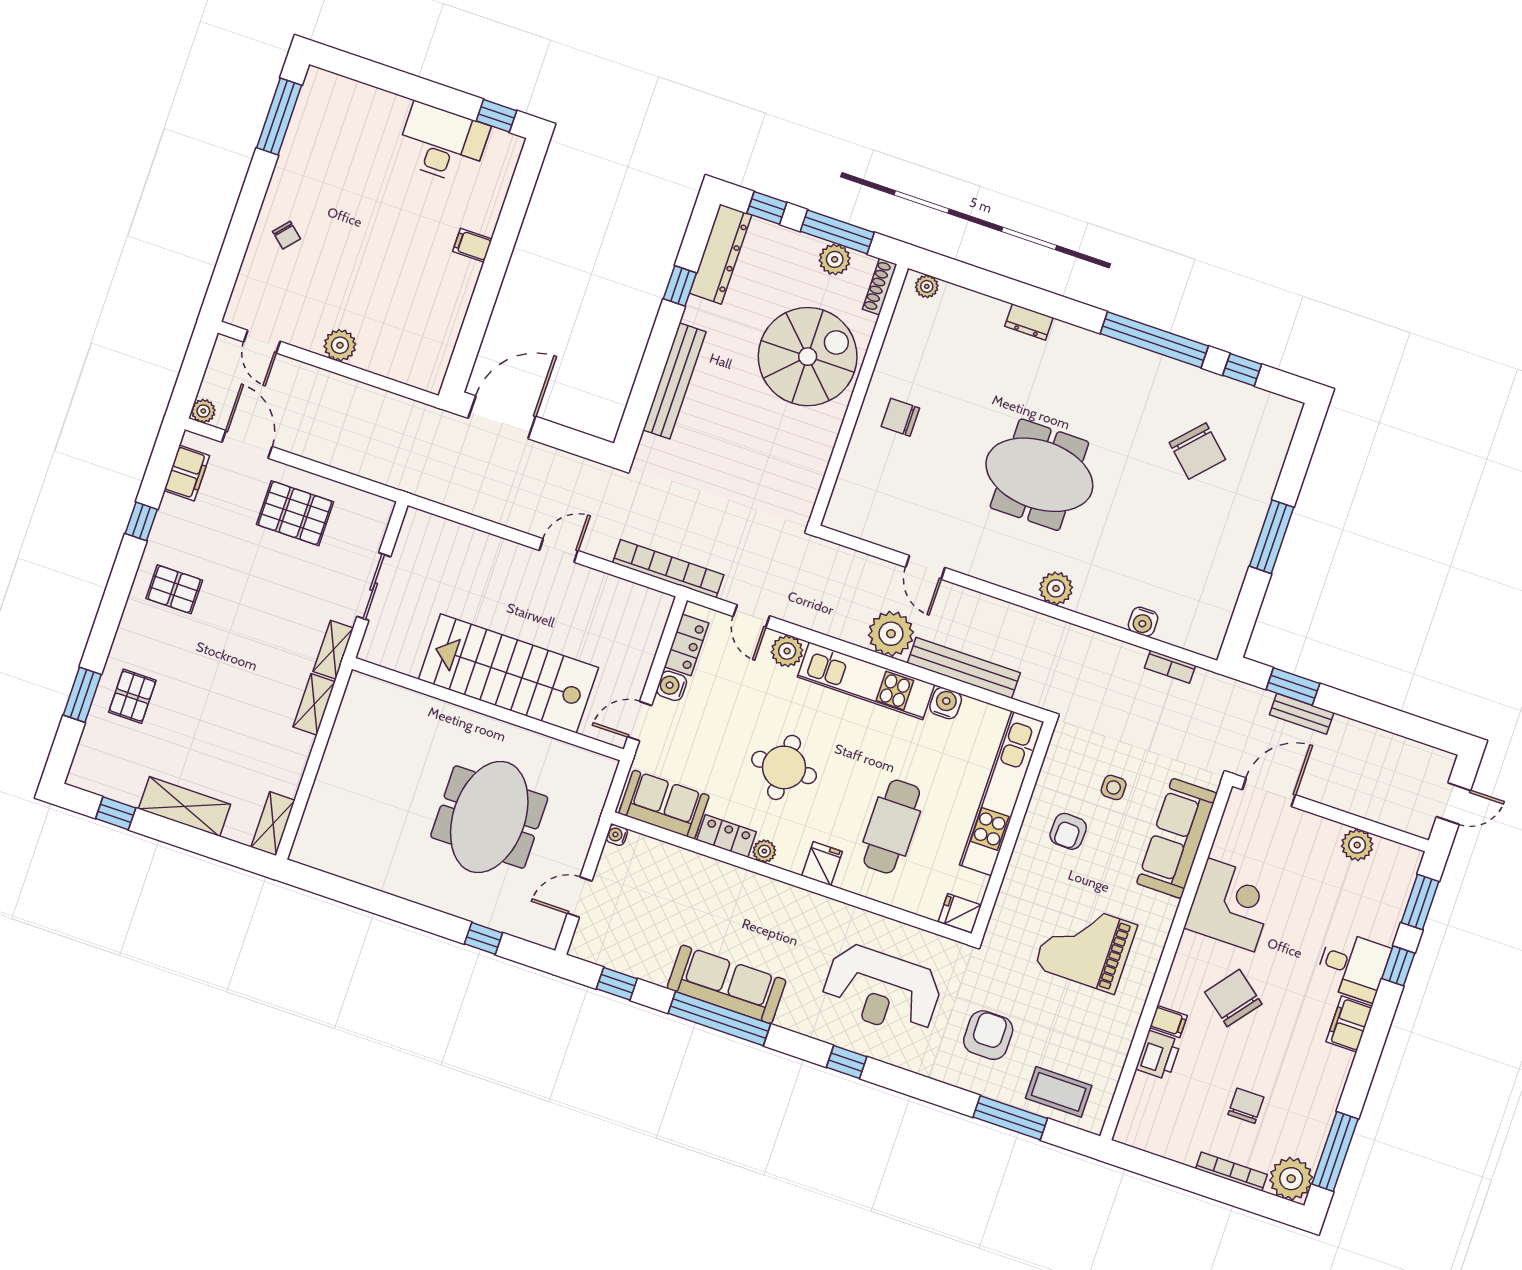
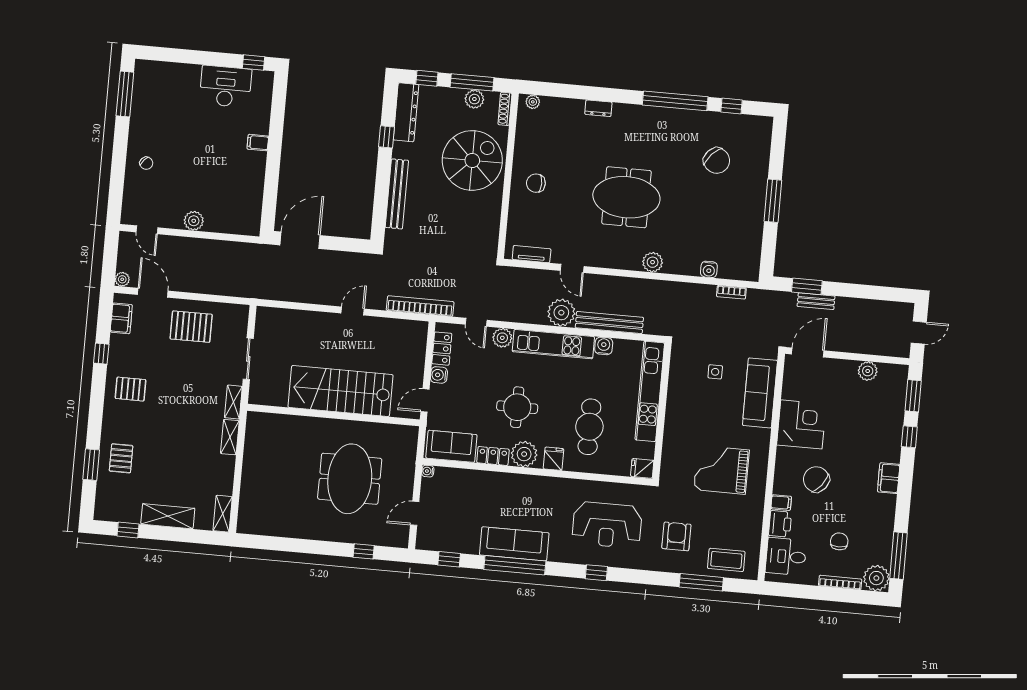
tv unit: (866, 529) -> (532, 254), added
armchair: (1068, 831) -> (695, 404), removed
plant: (764, 851) -> (524, 454), width x1.88, depth x1.88
desk: (1353, 966) -> (786, 556), moved, turned 180

